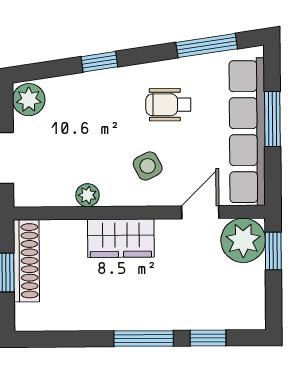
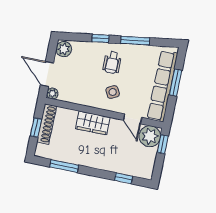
window: (207, 46) -> (135, 41), moved
wheelchair: (168, 105) -> (112, 62), moved, turned -90
plant: (87, 195) -> (52, 94), moved
door: (200, 212) -> (133, 119), swing flipped
window: (144, 338) -> (64, 166), moved

